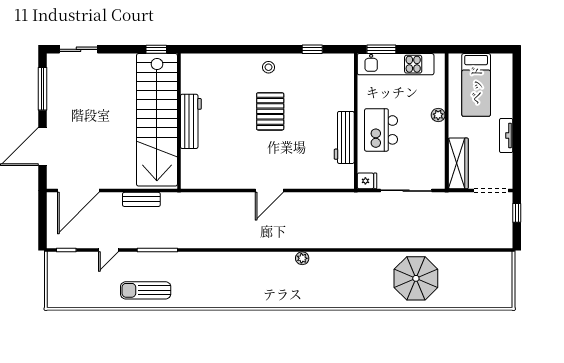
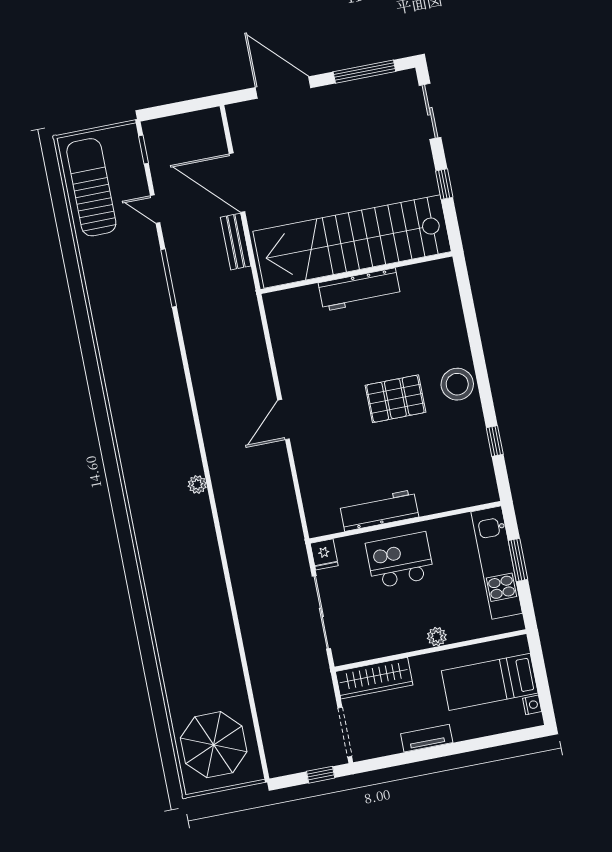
window: (156, 49) -> (444, 184), moved
window: (381, 49) -> (518, 560), moved
nightstand: (498, 59) -> (532, 705), added
stool: (268, 67) -> (457, 384), width x1.89, depth x1.89
door: (78, 191) -> (237, 183), moved
door: (269, 191) -> (284, 420), hinge flipped
parasol: (416, 278) -> (214, 745), moved
sun lounger: (146, 290) -> (91, 187), moved, width x1.36, depth x1.34

